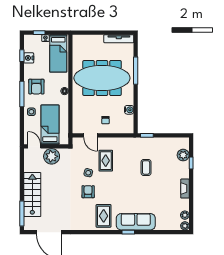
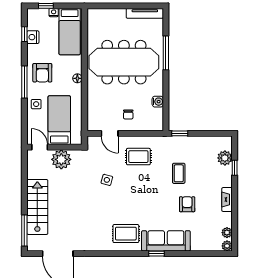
rug: (106, 161) -> (138, 157), moved, turned 90
armchair: (88, 192) -> (187, 204), moved
rug: (104, 216) -> (126, 234), turned 90

